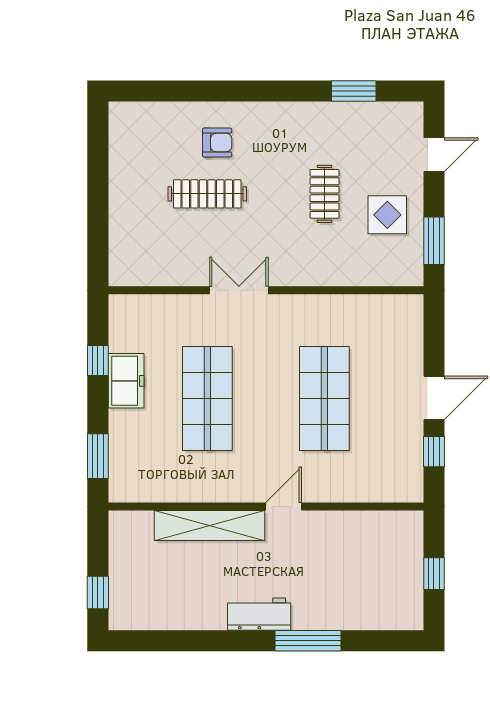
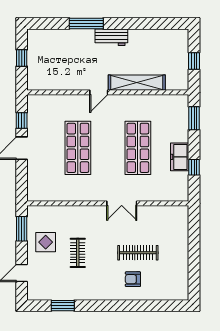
window: (98, 592) -> (194, 61), moved

